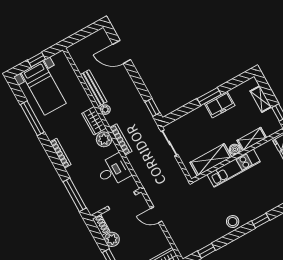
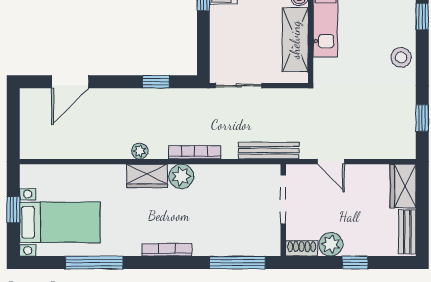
bench: (94, 88) -> (269, 151), moved
window: (152, 107) -> (156, 82), moved
desk: (113, 170) -> (233, 187), removed
door: (156, 215) -> (331, 162), hinge flipped

